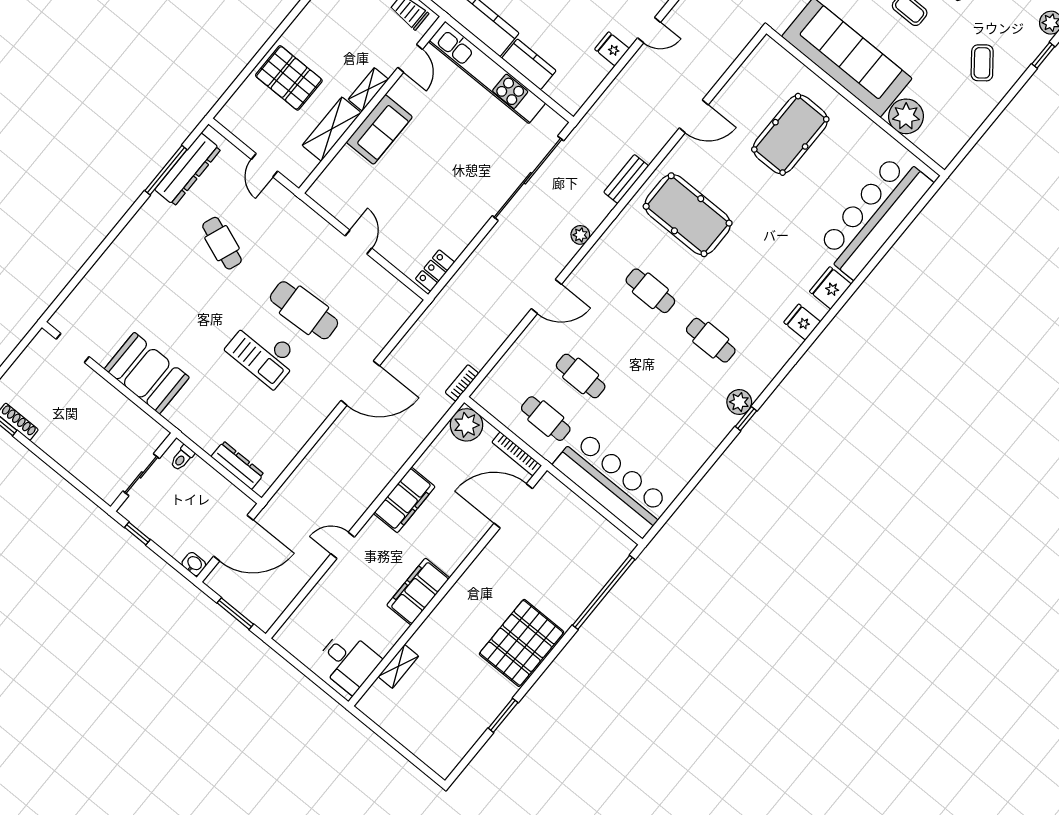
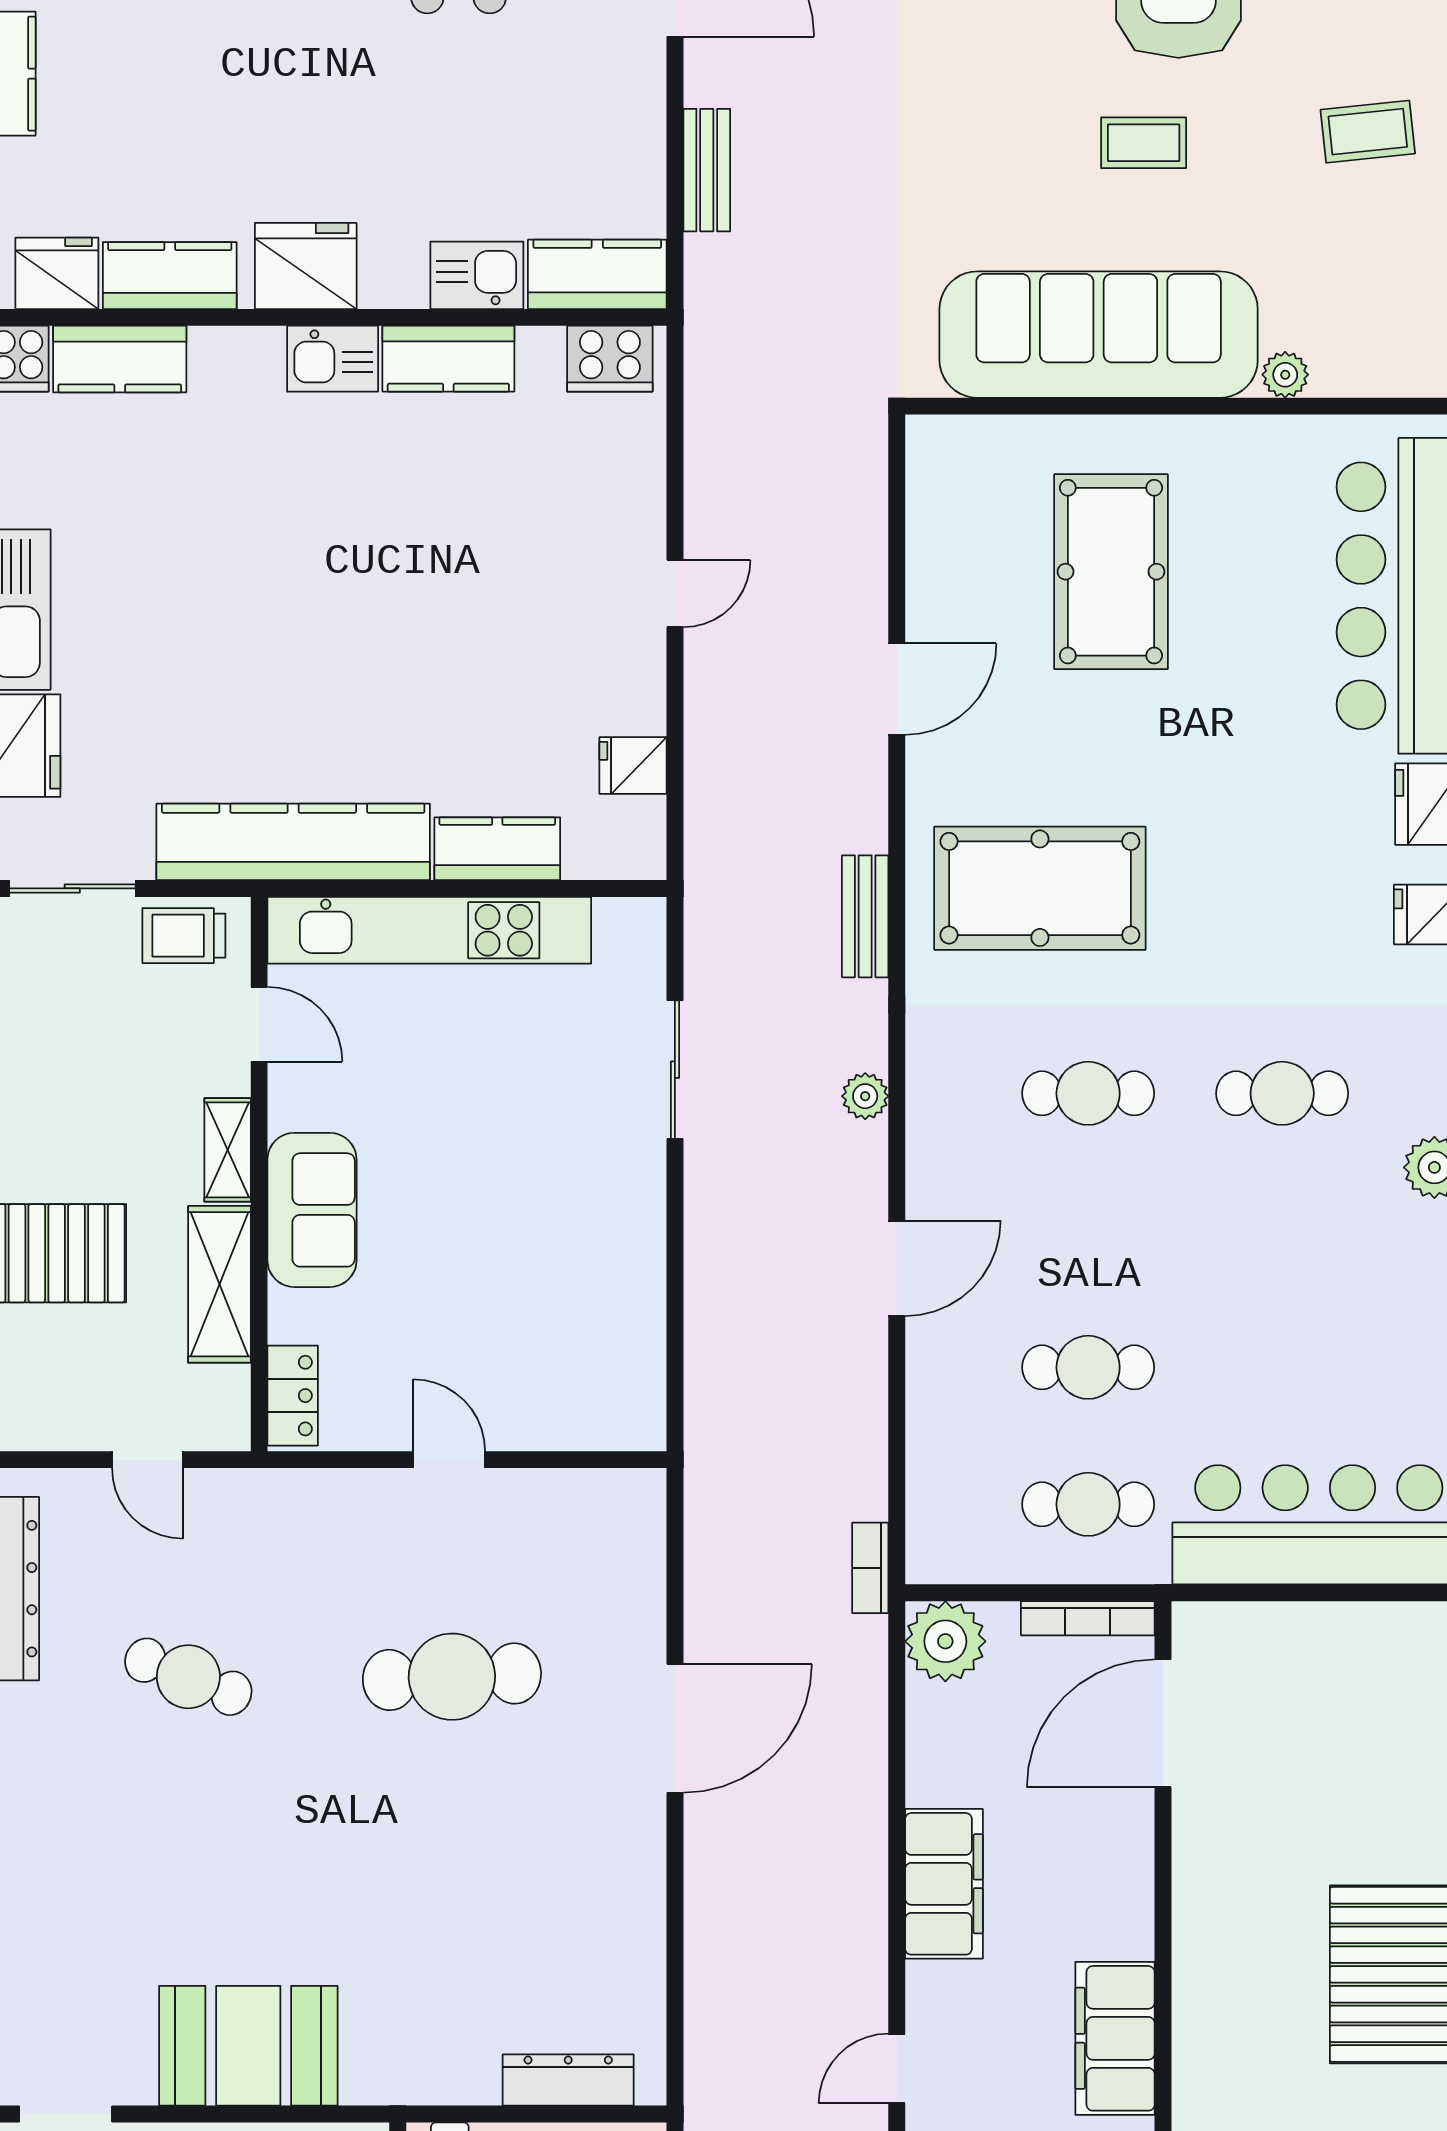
fridge: (612, 49) -> (633, 766), moved
coffee table: (982, 63) -> (1368, 132), turned -58
plant: (906, 116) -> (1285, 375), width x0.53, depth x0.53
sliding door: (528, 178) -> (675, 1070), width x0.54
locker: (435, 271) -> (293, 1396), moved, turned 180
checkout: (263, 353) -> (440, 1823), removed

